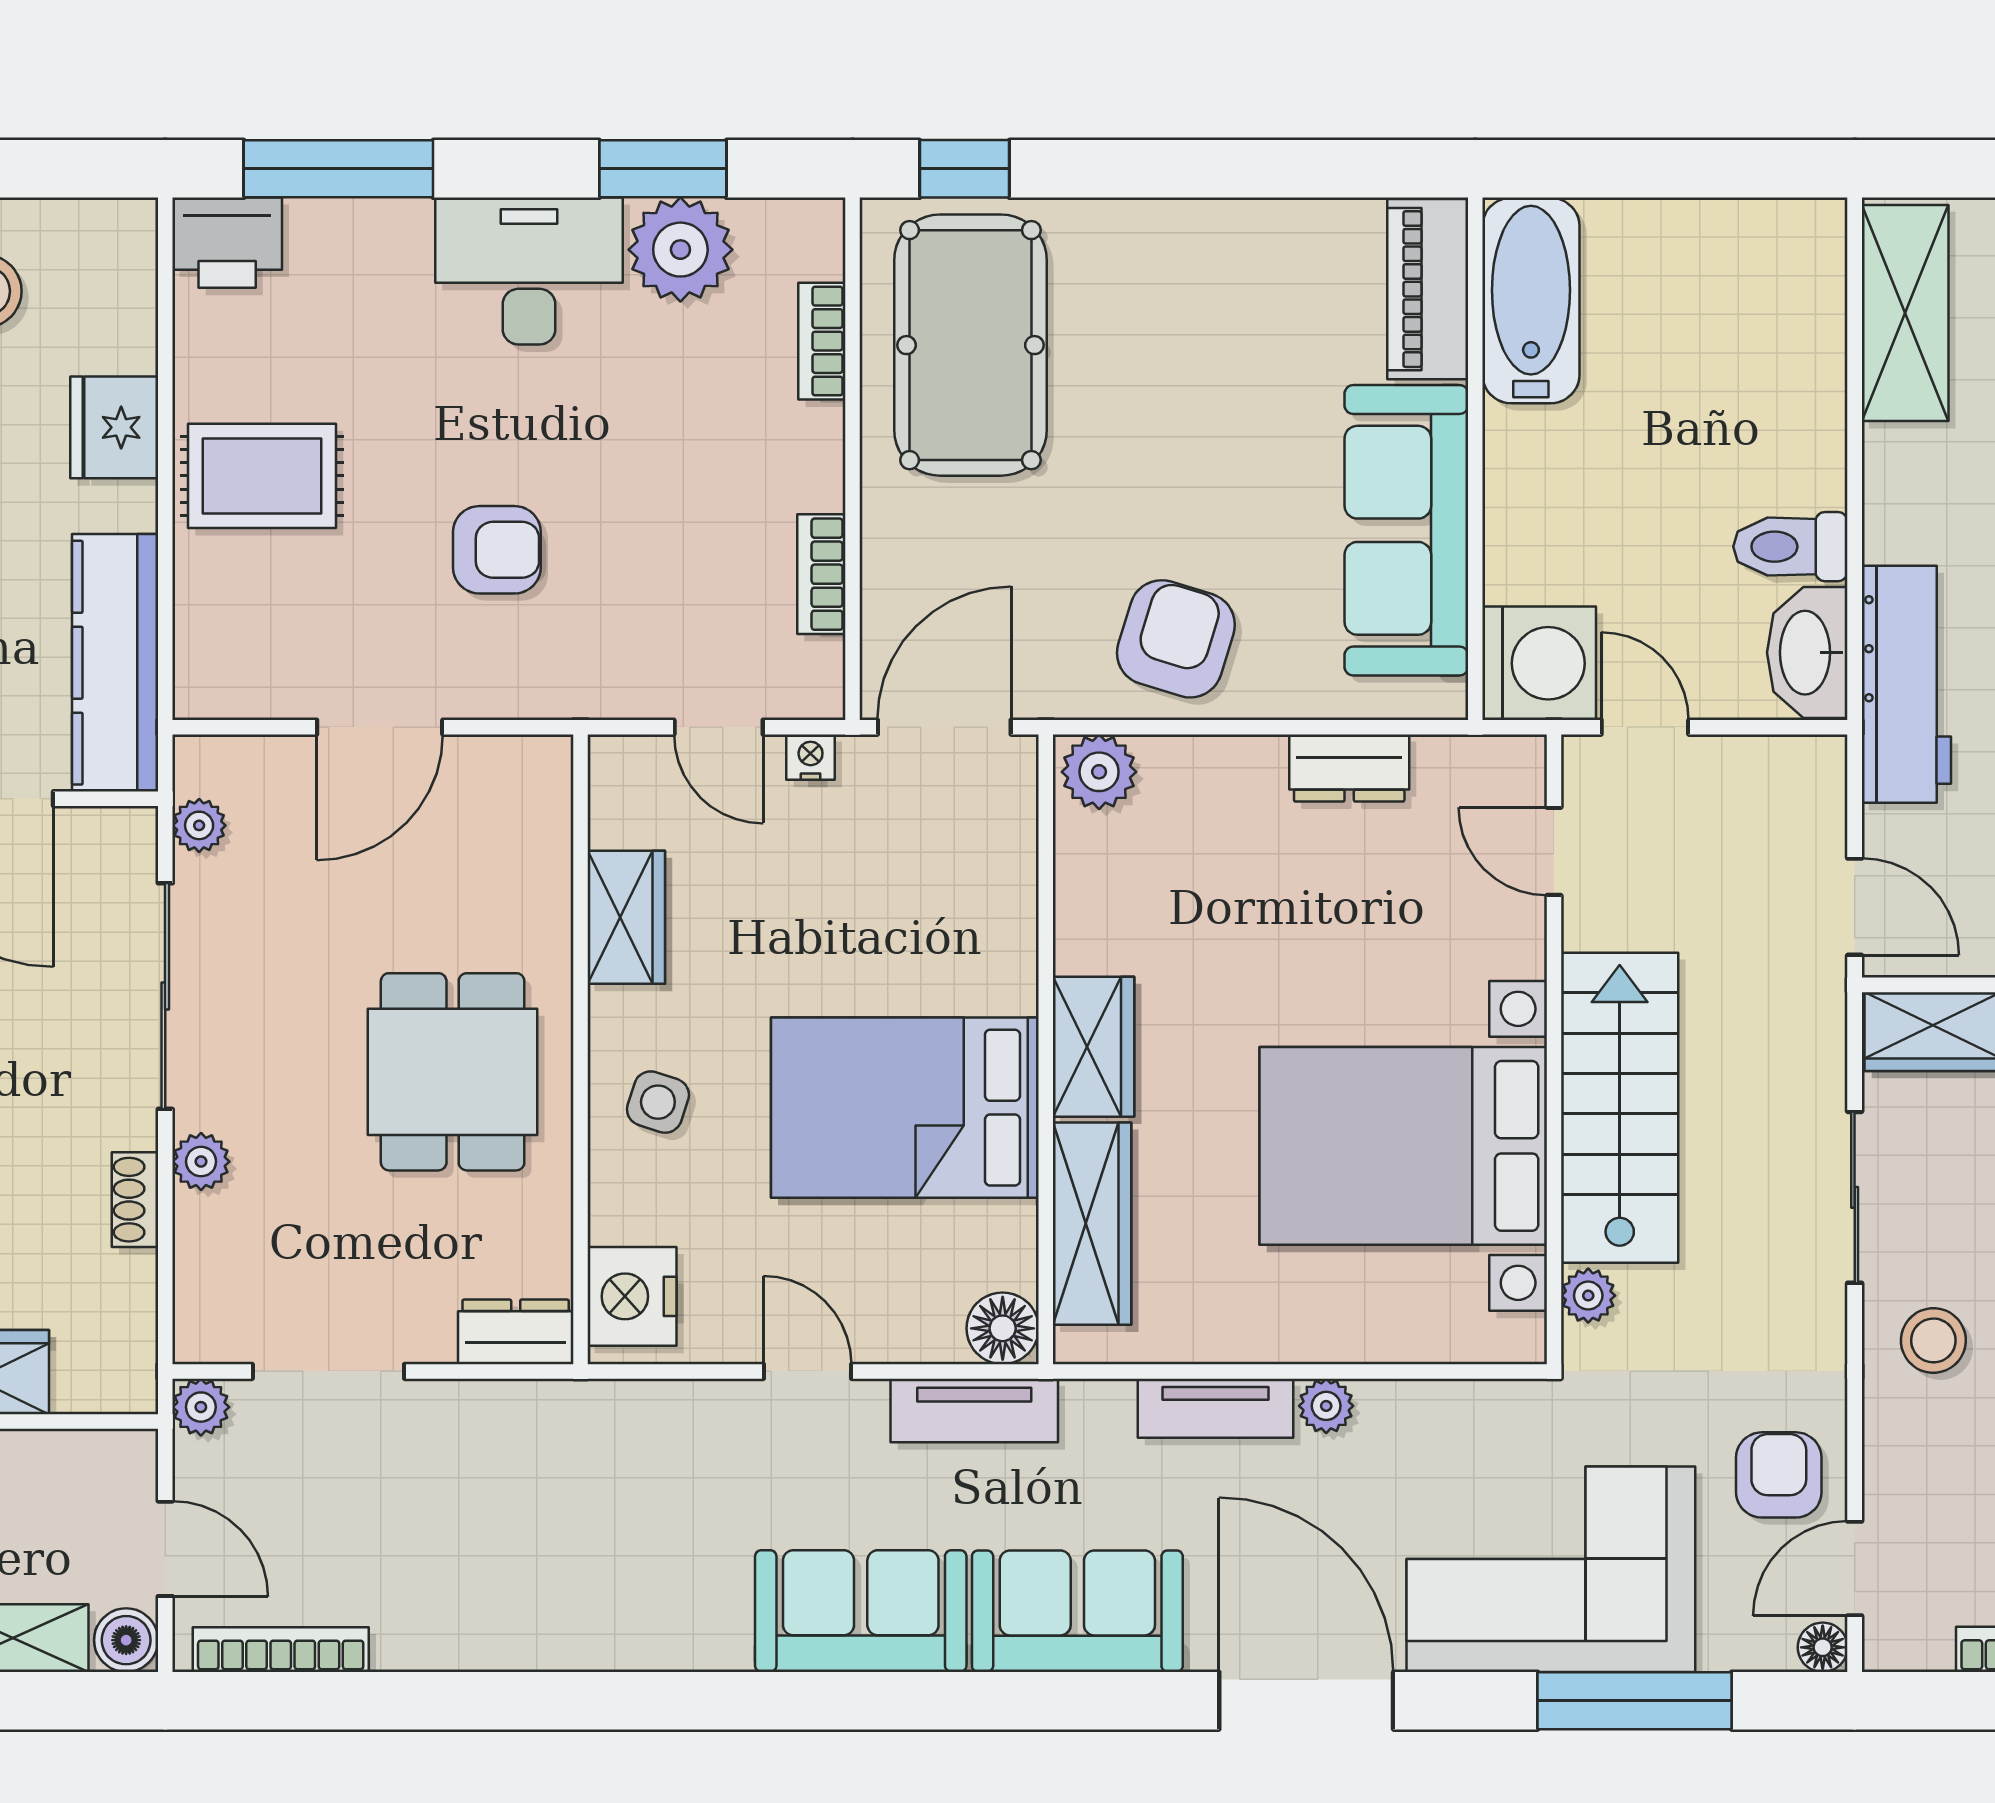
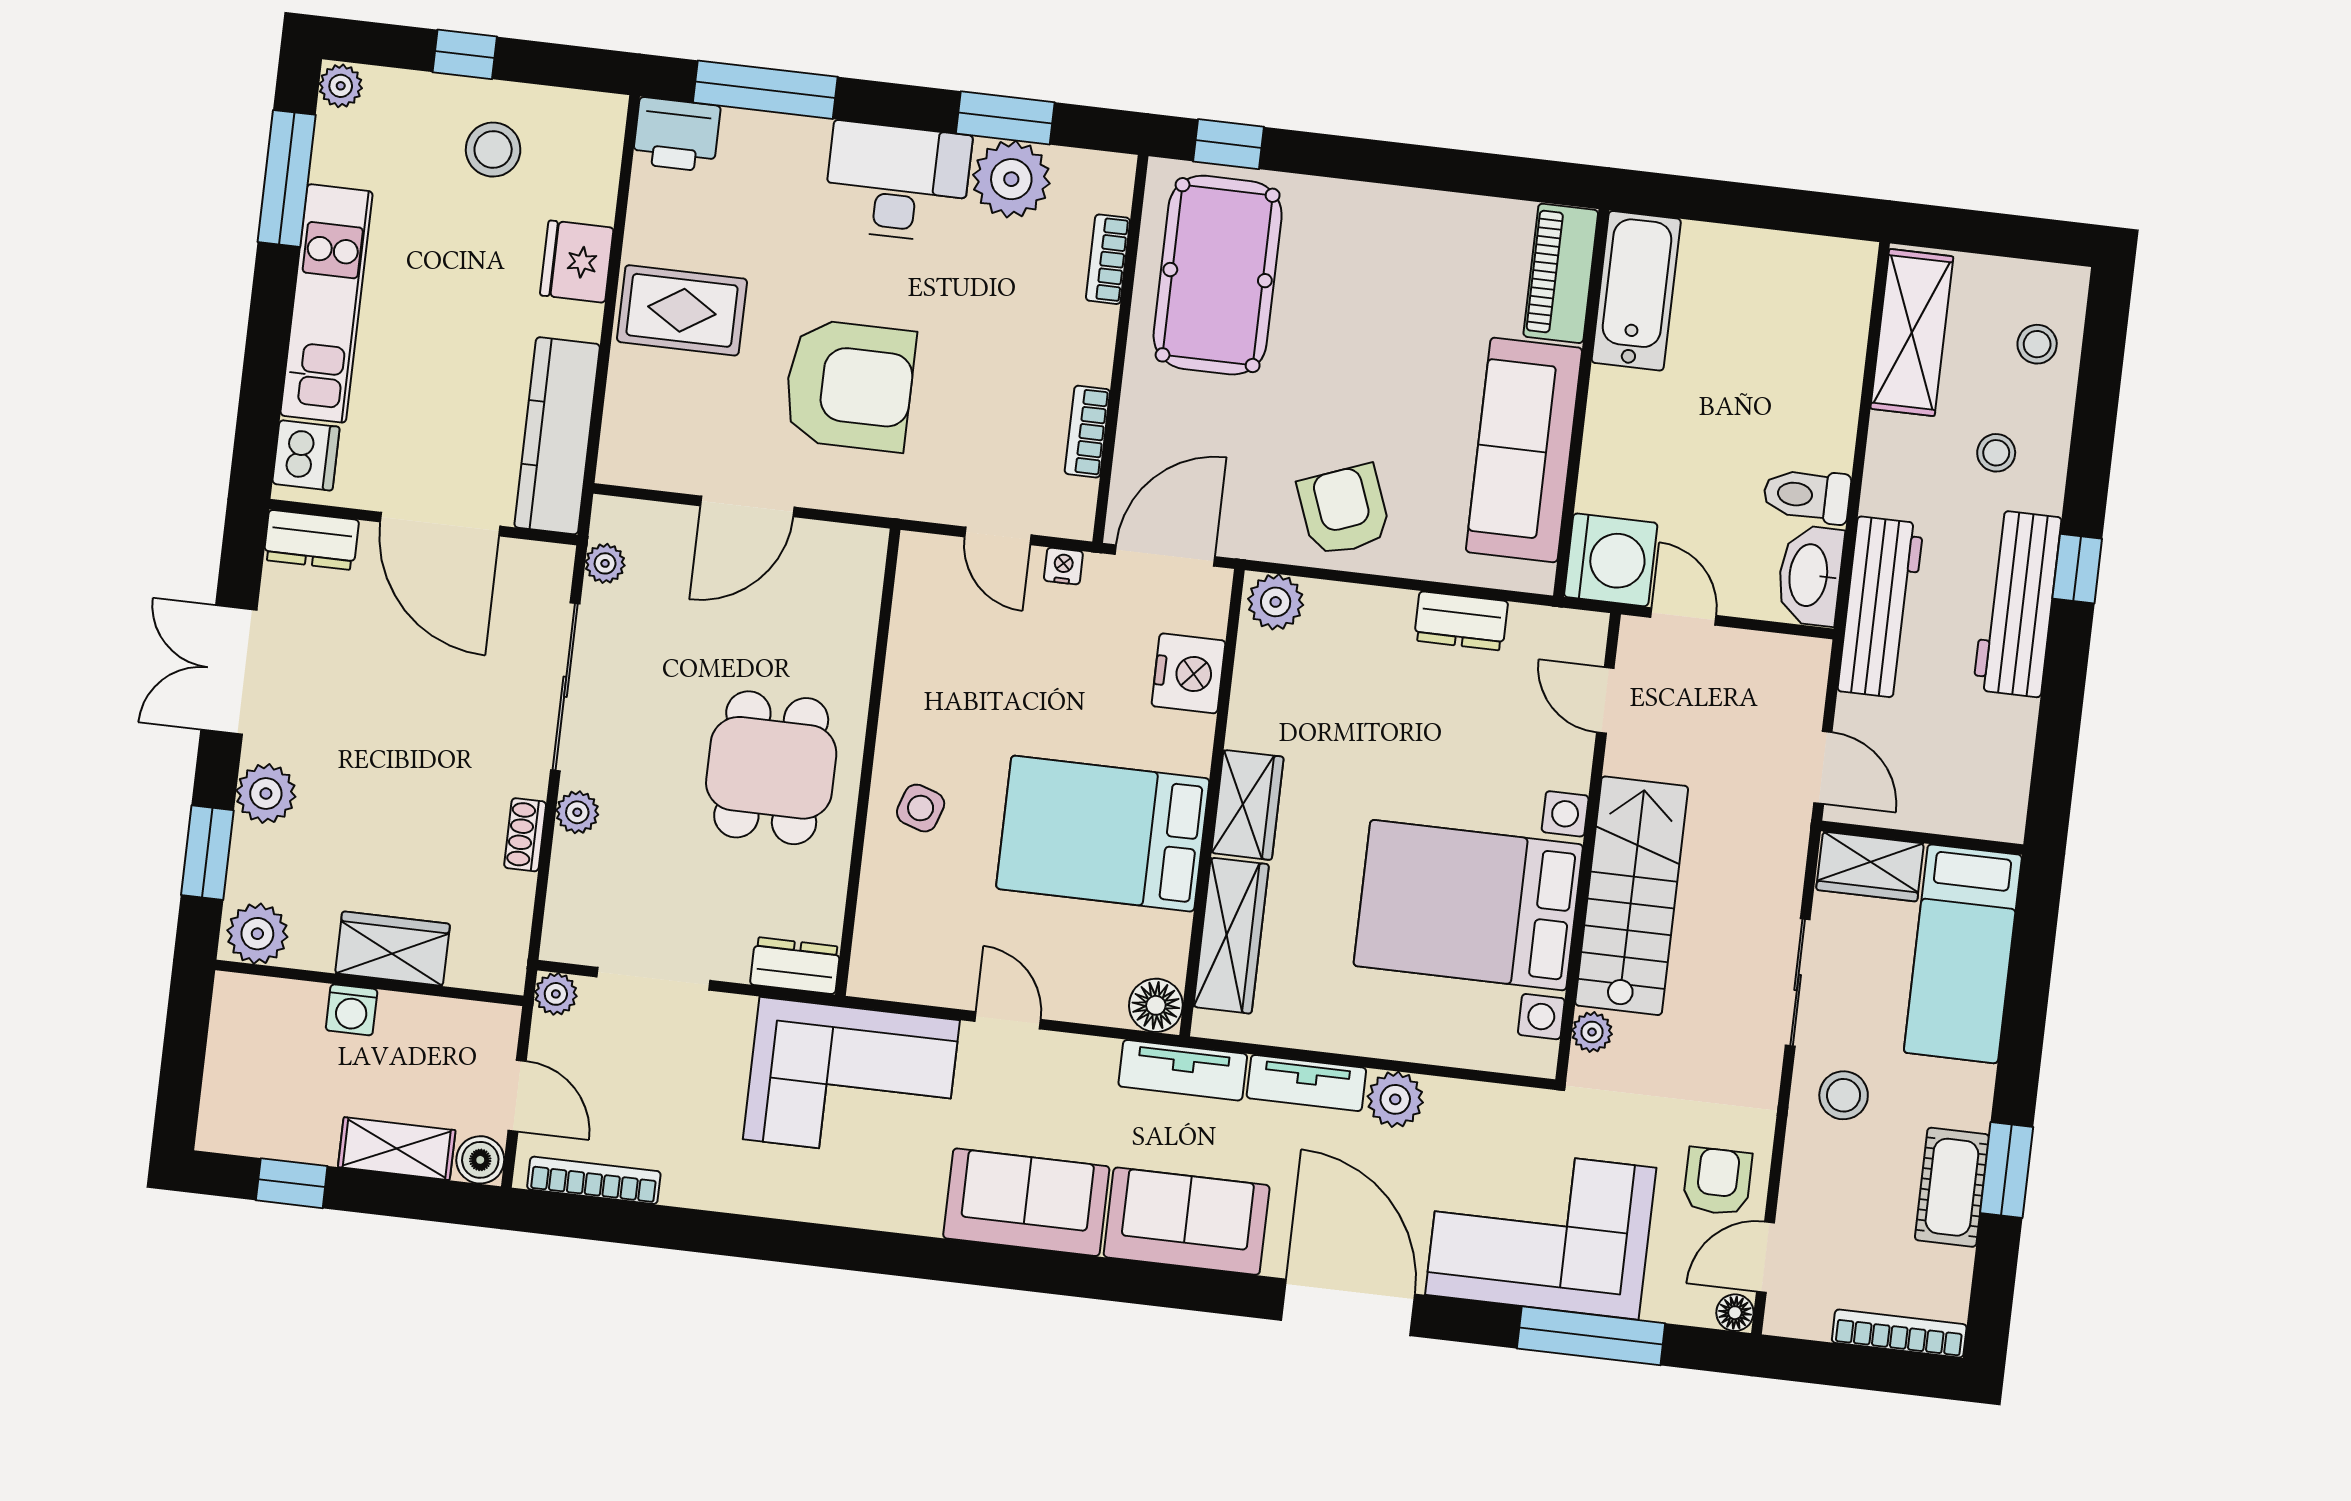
armchair: (497, 550) -> (849, 385), width x1.88, depth x1.88
armchair: (1176, 639) -> (1344, 510), turned -38
wardrobe: (626, 917) -> (913, 669), removed
nightstand: (632, 1296) -> (1189, 673), moved, turned 180
plant: (1326, 1406) -> (1395, 1099), width x1.38, depth x1.38
tv unit: (974, 1410) -> (1183, 1070), moved
corner sofa: (608, 1475) -> (851, 1080), added

